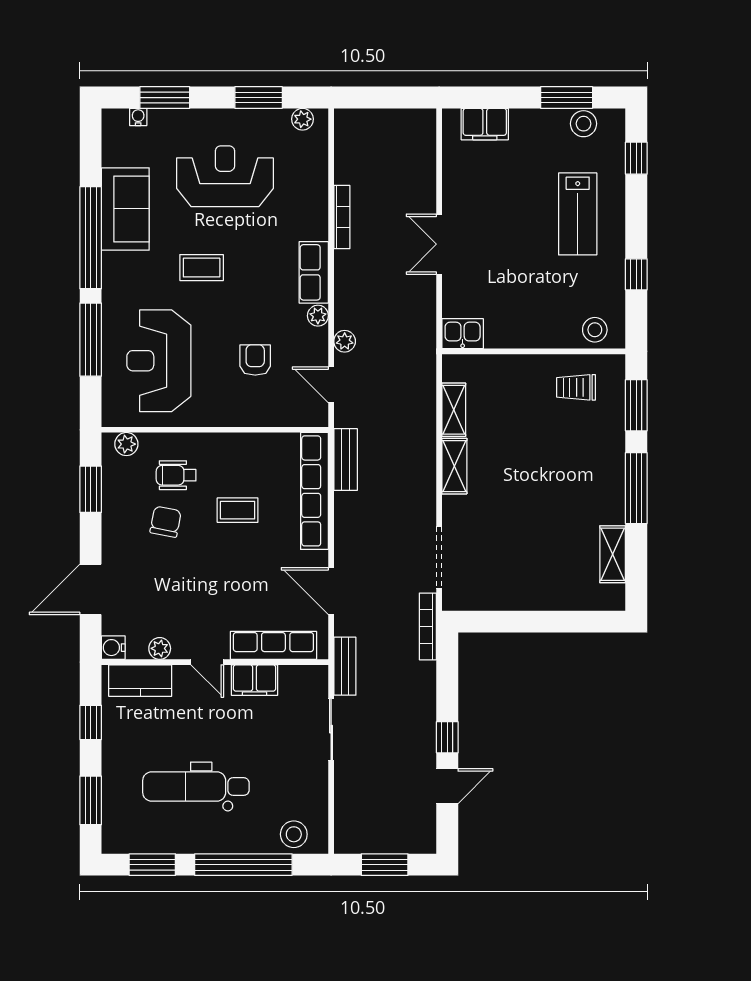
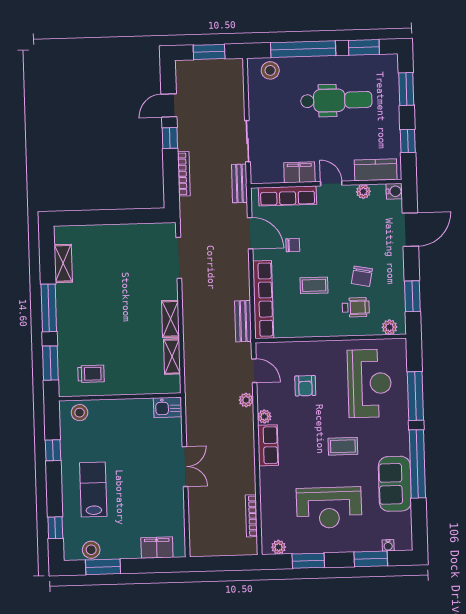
bookcase: (342, 217) -> (251, 516), moved
chair: (268, 571) -> (293, 245), added
bookcase: (428, 626) -> (184, 174), moved

